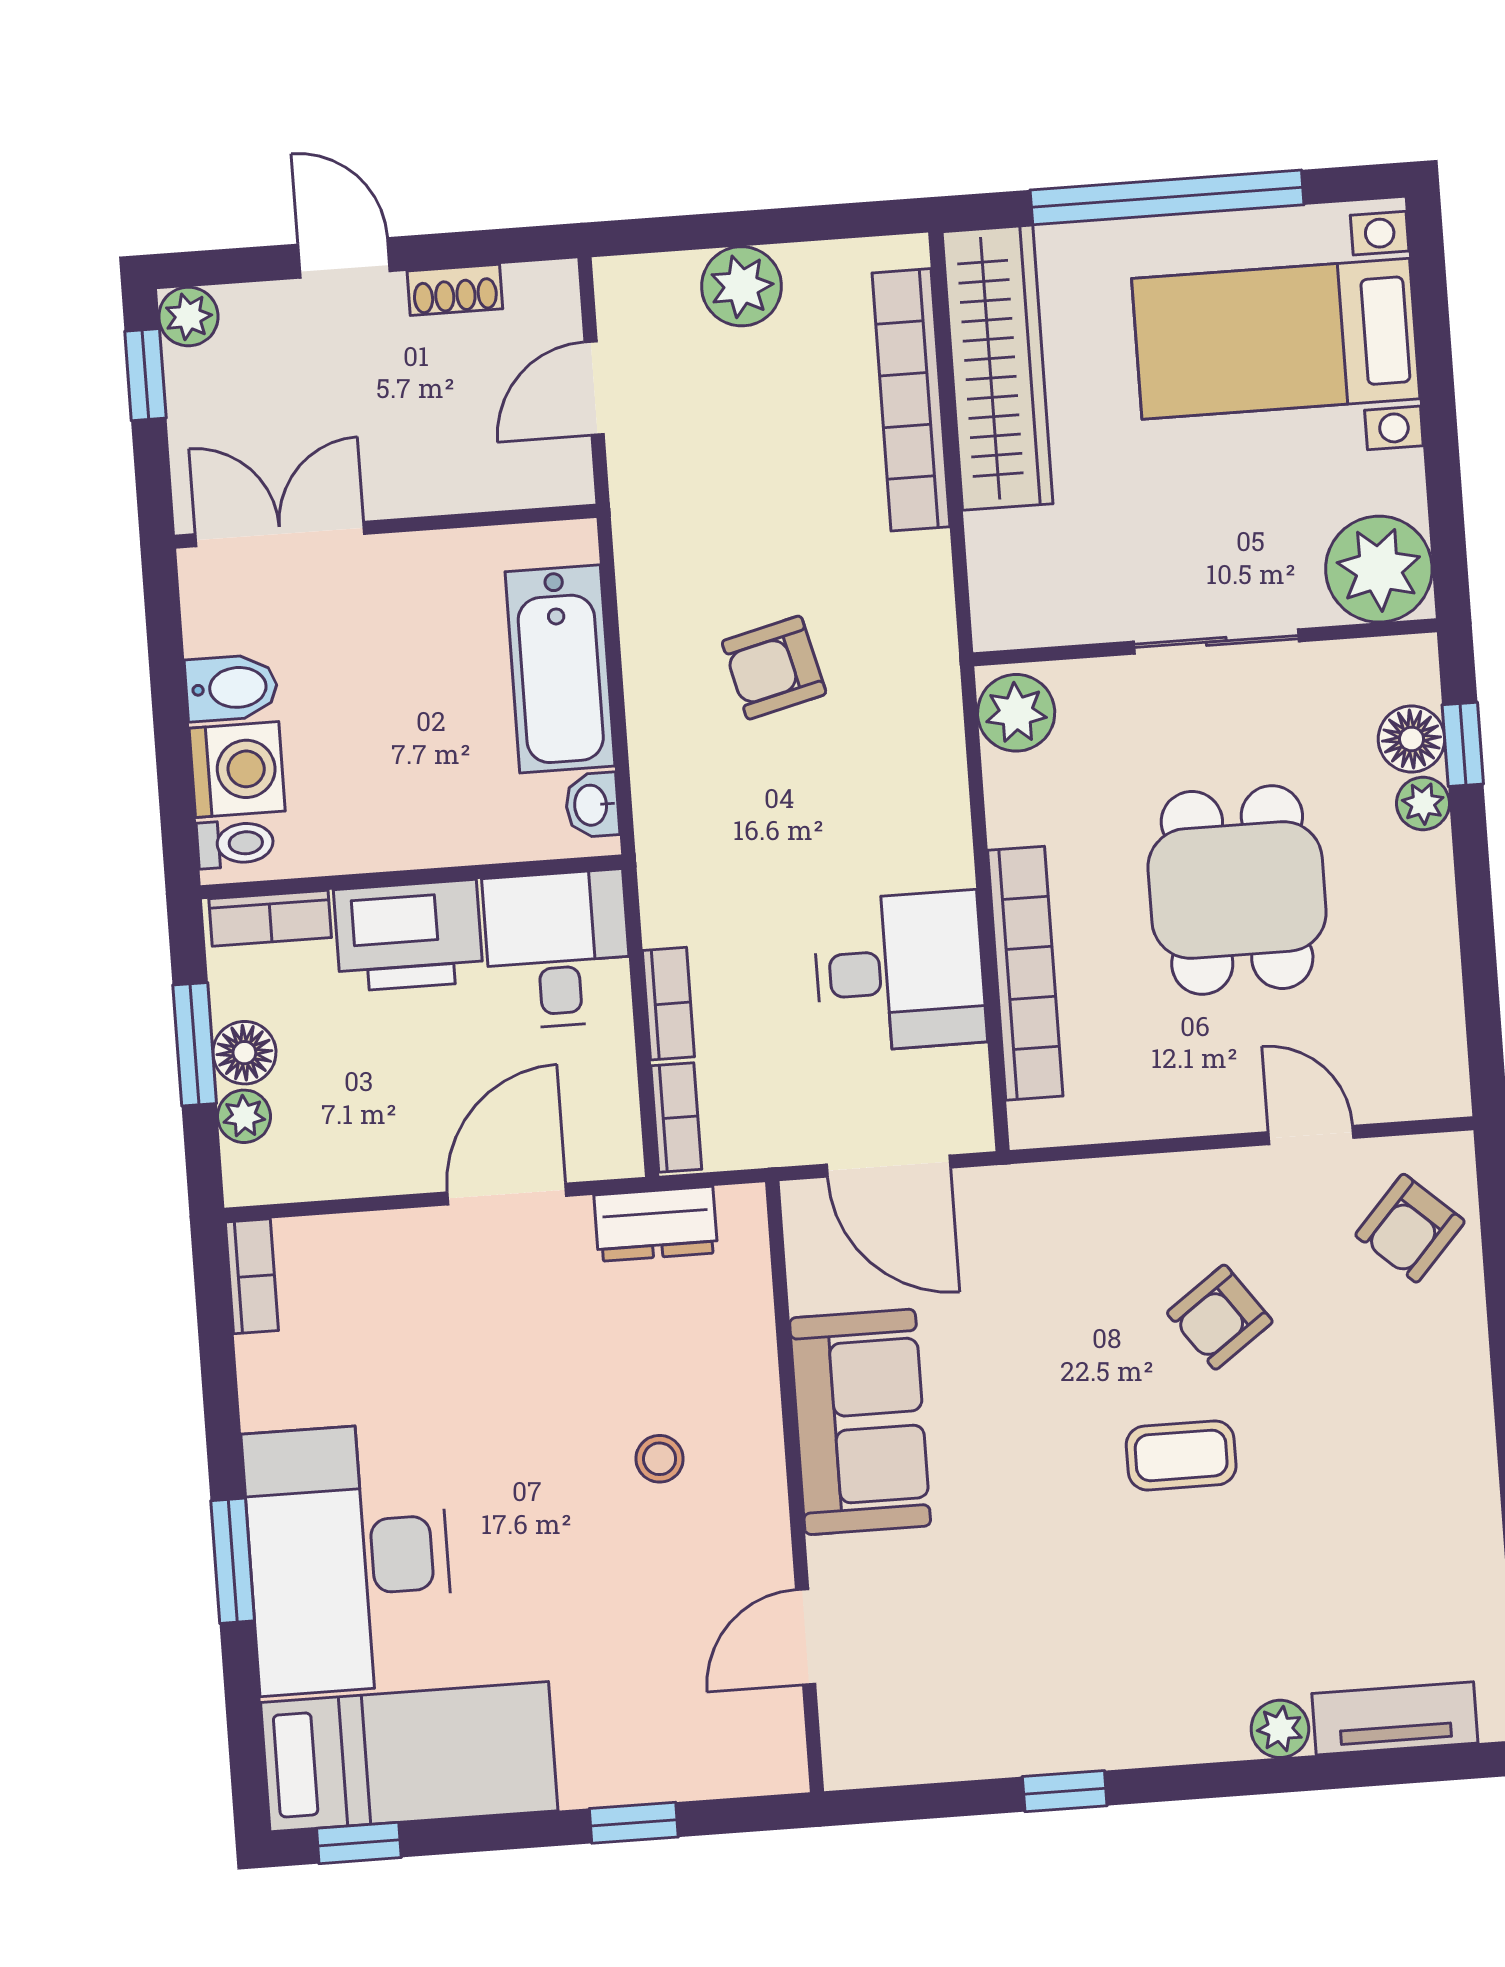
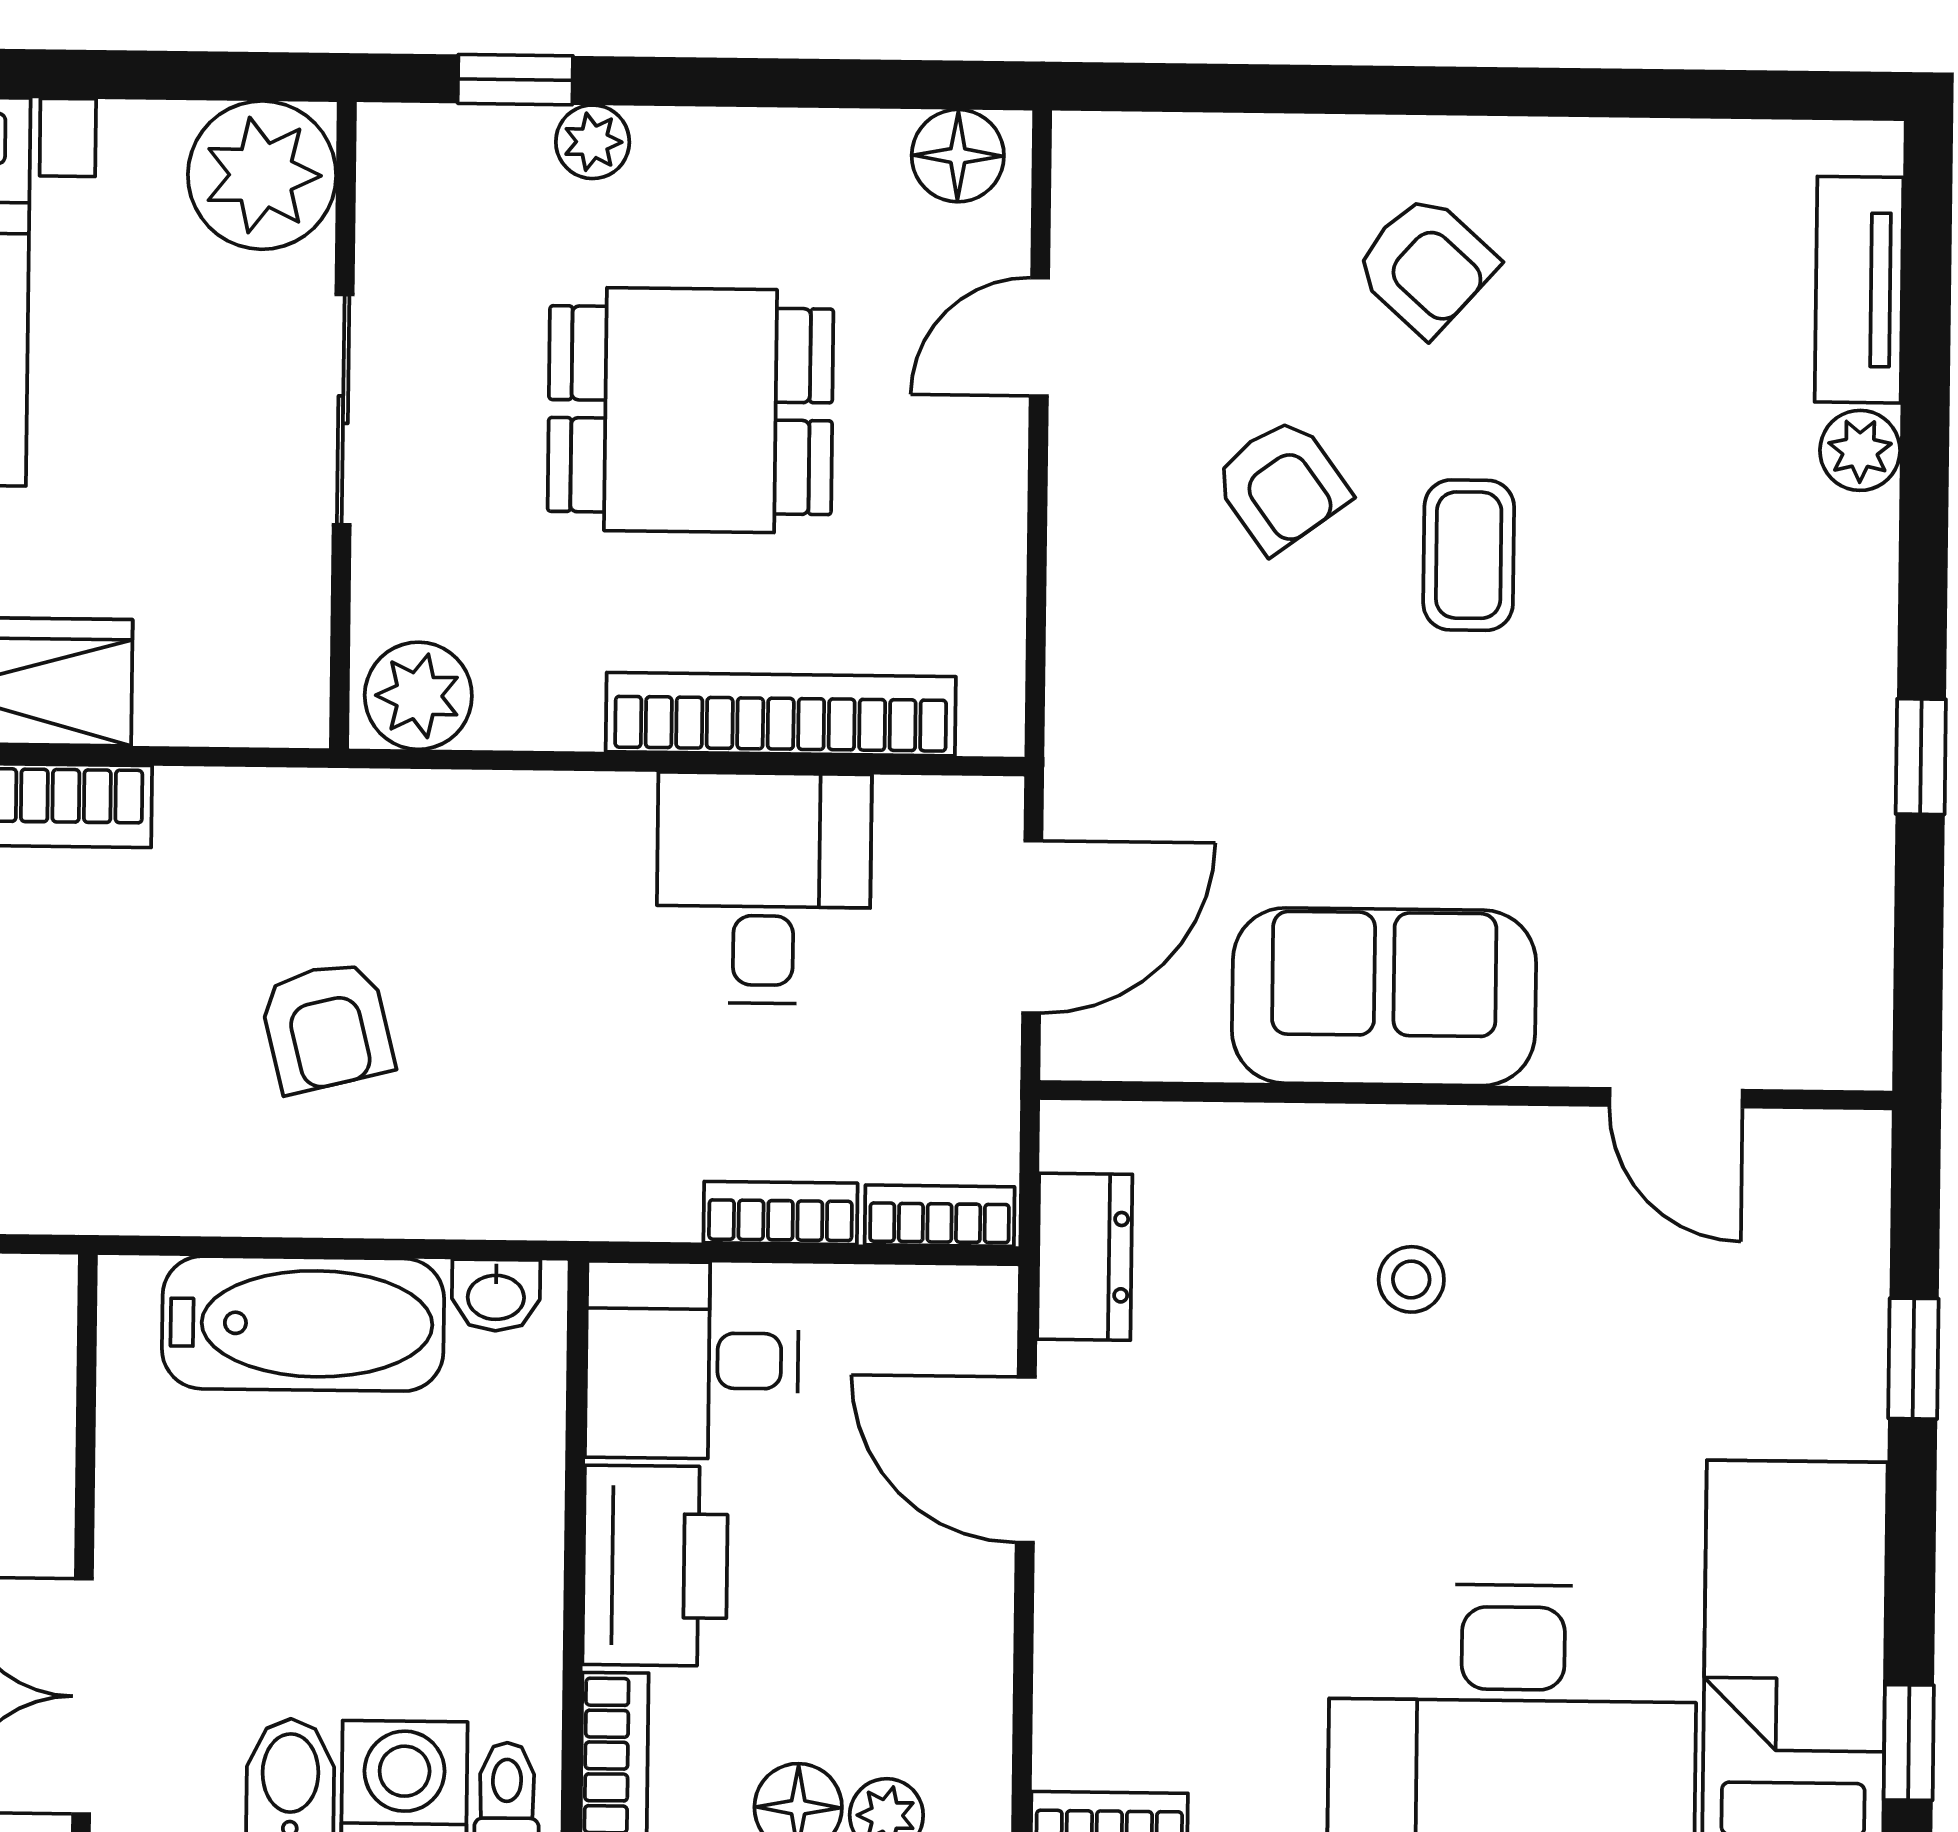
floor lamp: (1412, 739) -> (958, 156), moved
armchair: (1410, 1228) -> (1426, 265), moved

